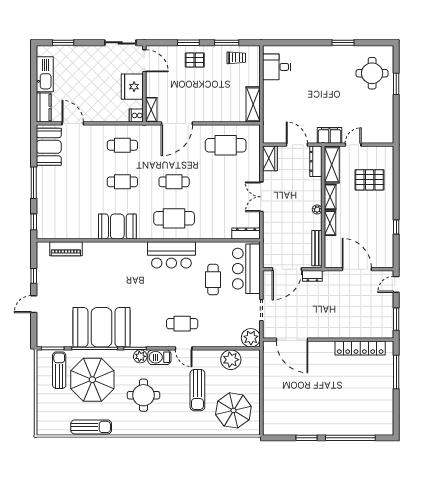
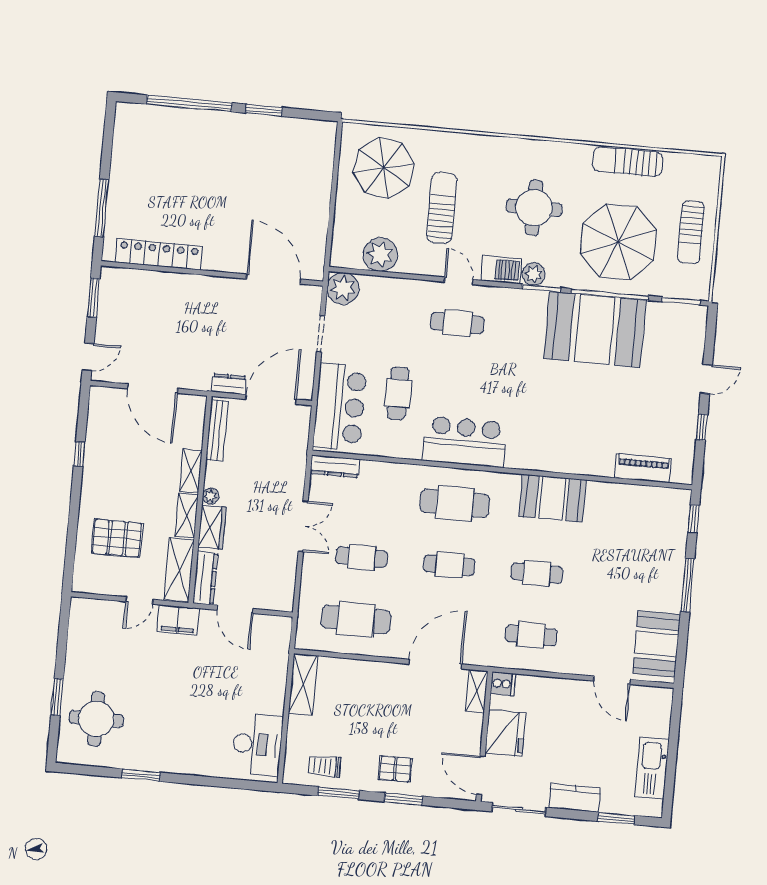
desk: (277, 67) -> (257, 744), width x1.37
kitchen counter: (44, 107) -> (575, 798), moved, turned 90
wardrobe: (270, 158) -> (212, 527), moved, turned 180
cafe table: (226, 182) -> (362, 557), added
sun lounger: (59, 370) -> (691, 232), moved

